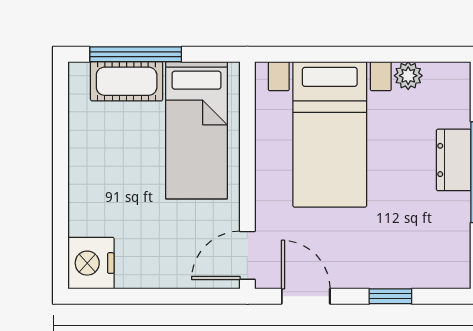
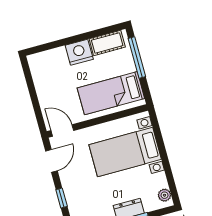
plant: (408, 76) -> (165, 195), moved
cot: (127, 81) -> (107, 43), moved, turned 90
nightstand: (91, 263) -> (79, 52), moved

